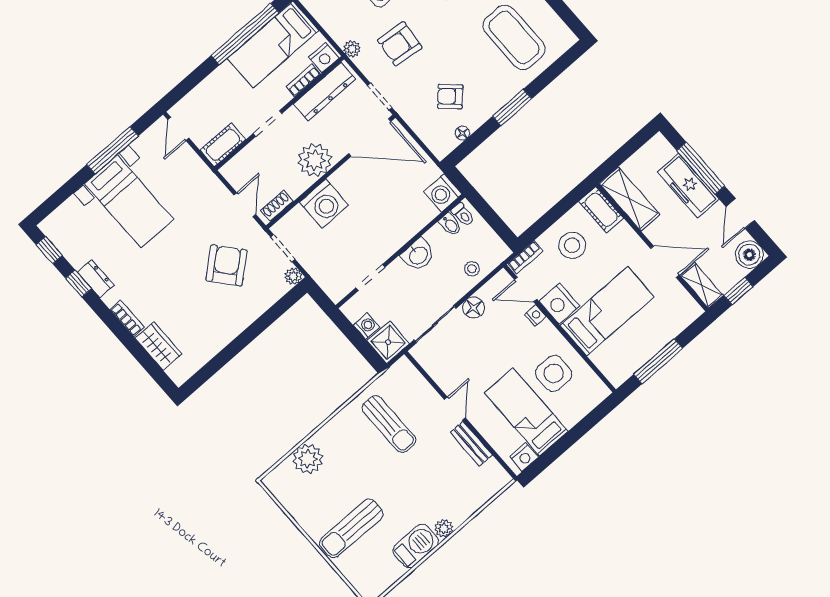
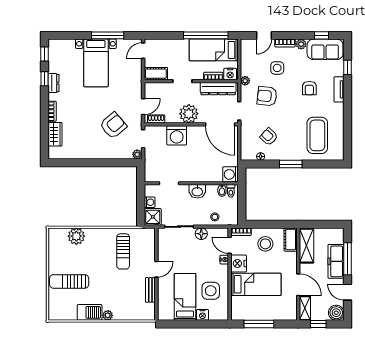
door: (740, 213) -> (348, 292), hinge flipped
nightstand: (524, 457) -> (202, 315), moved

